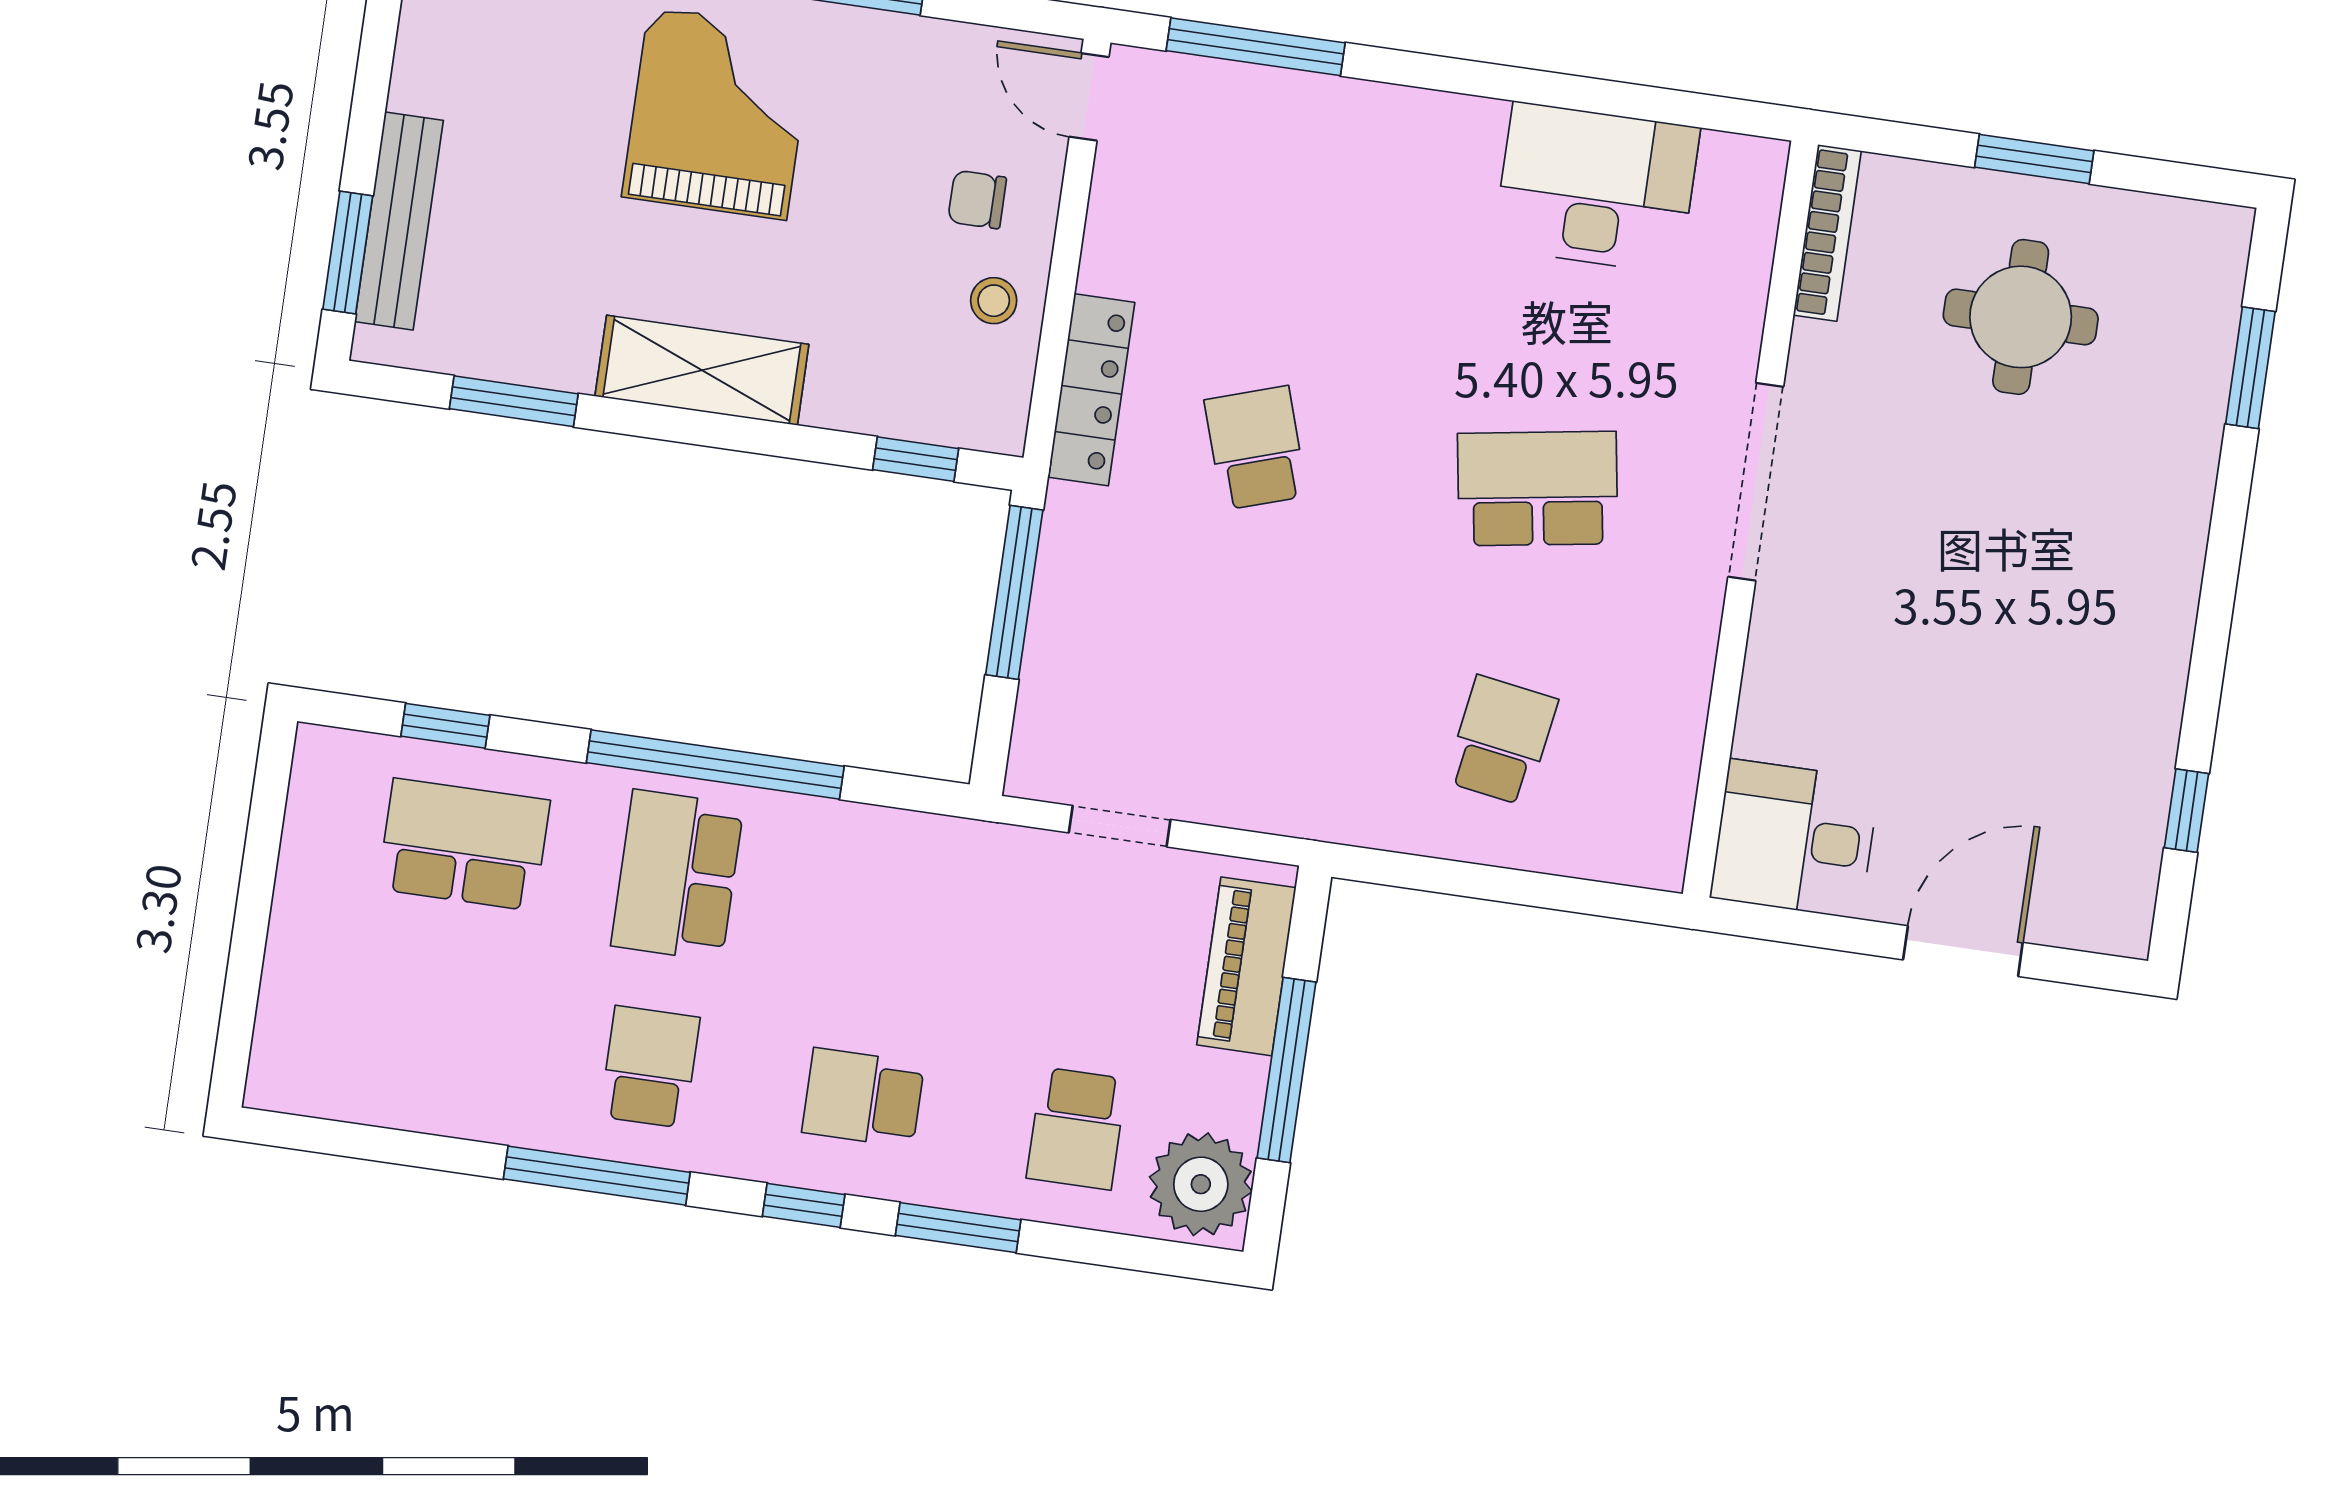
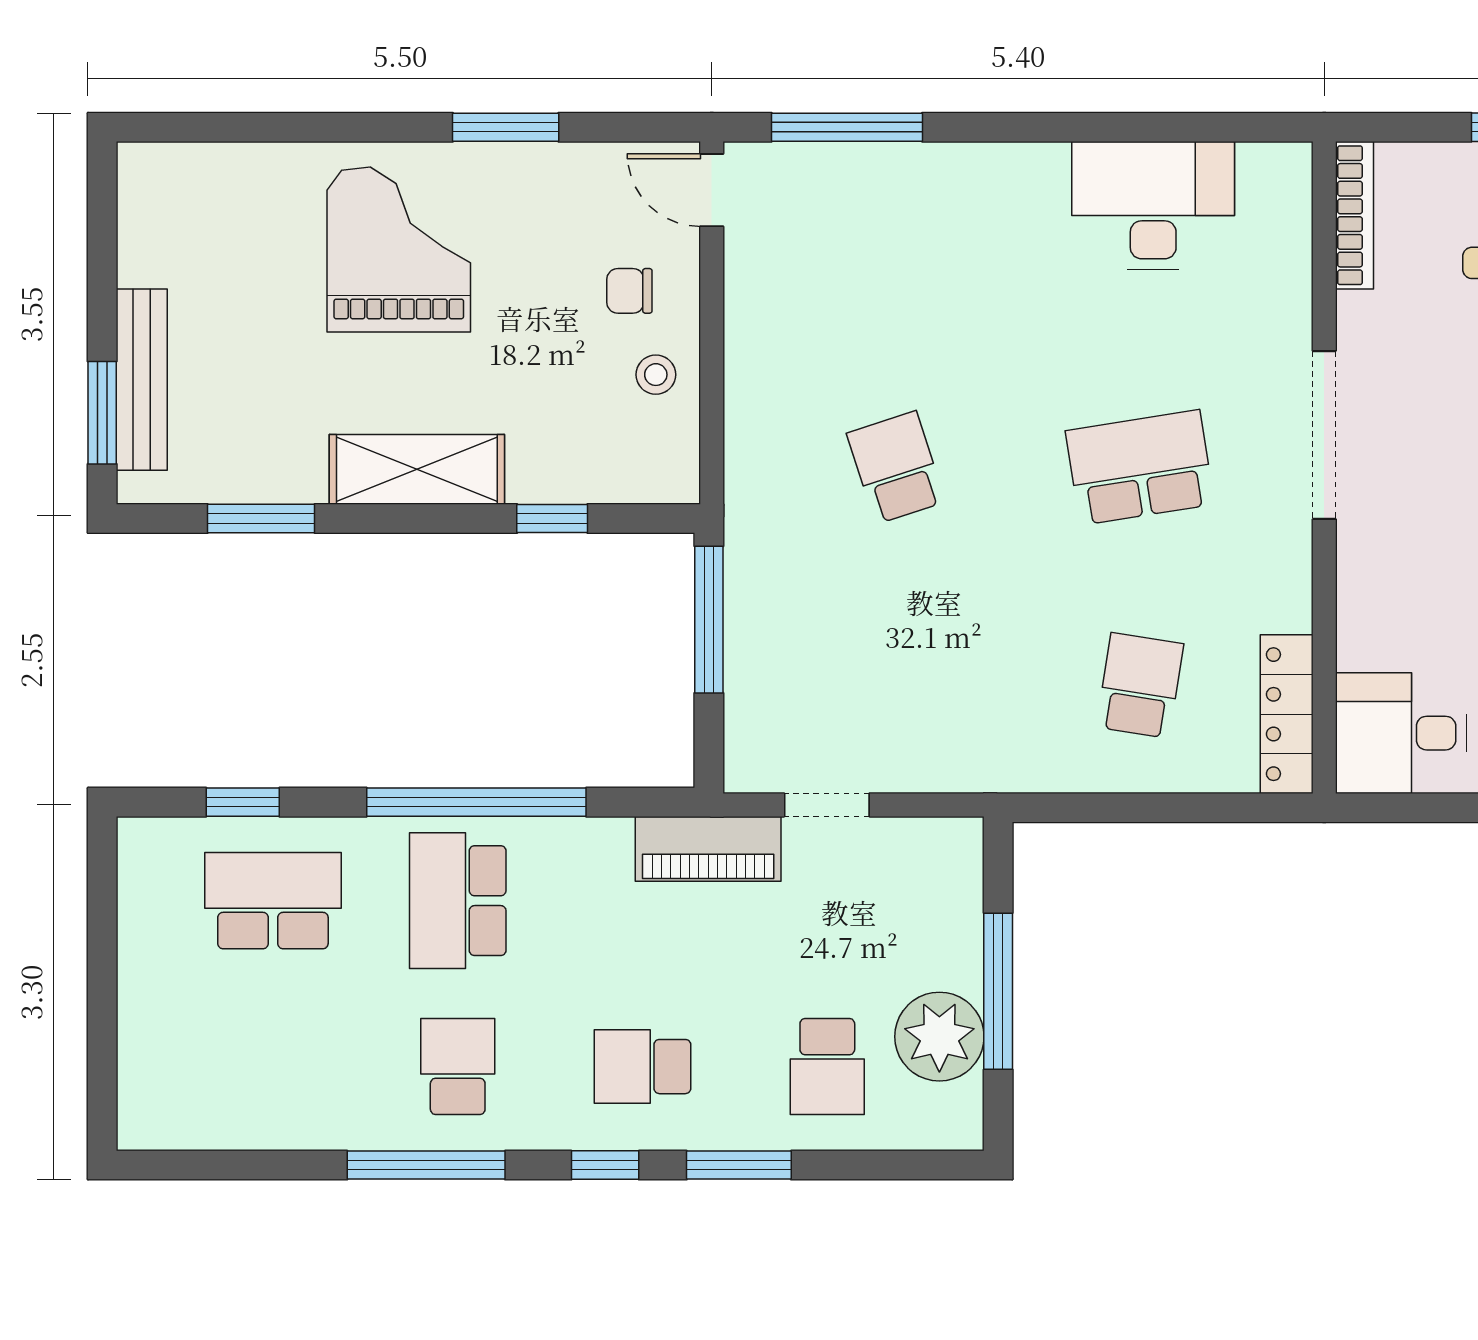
locker: (1091, 390) -> (1287, 714), moved, turned 180
window: (916, 459) -> (552, 519), moved
piano: (1246, 966) -> (708, 849), moved, turned -90
plant: (1201, 1184) -> (939, 1037), moved

